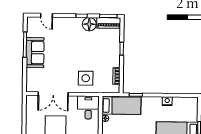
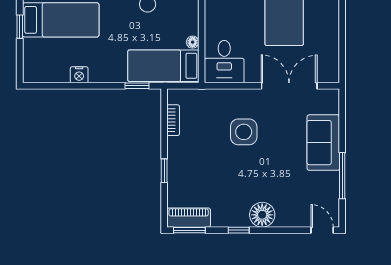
door: (47, 15) -> (322, 230), moved
floor lamp: (89, 24) -> (262, 215), moved
sofa: (35, 53) -> (323, 143), moved
side table: (86, 78) -> (244, 132), moved

